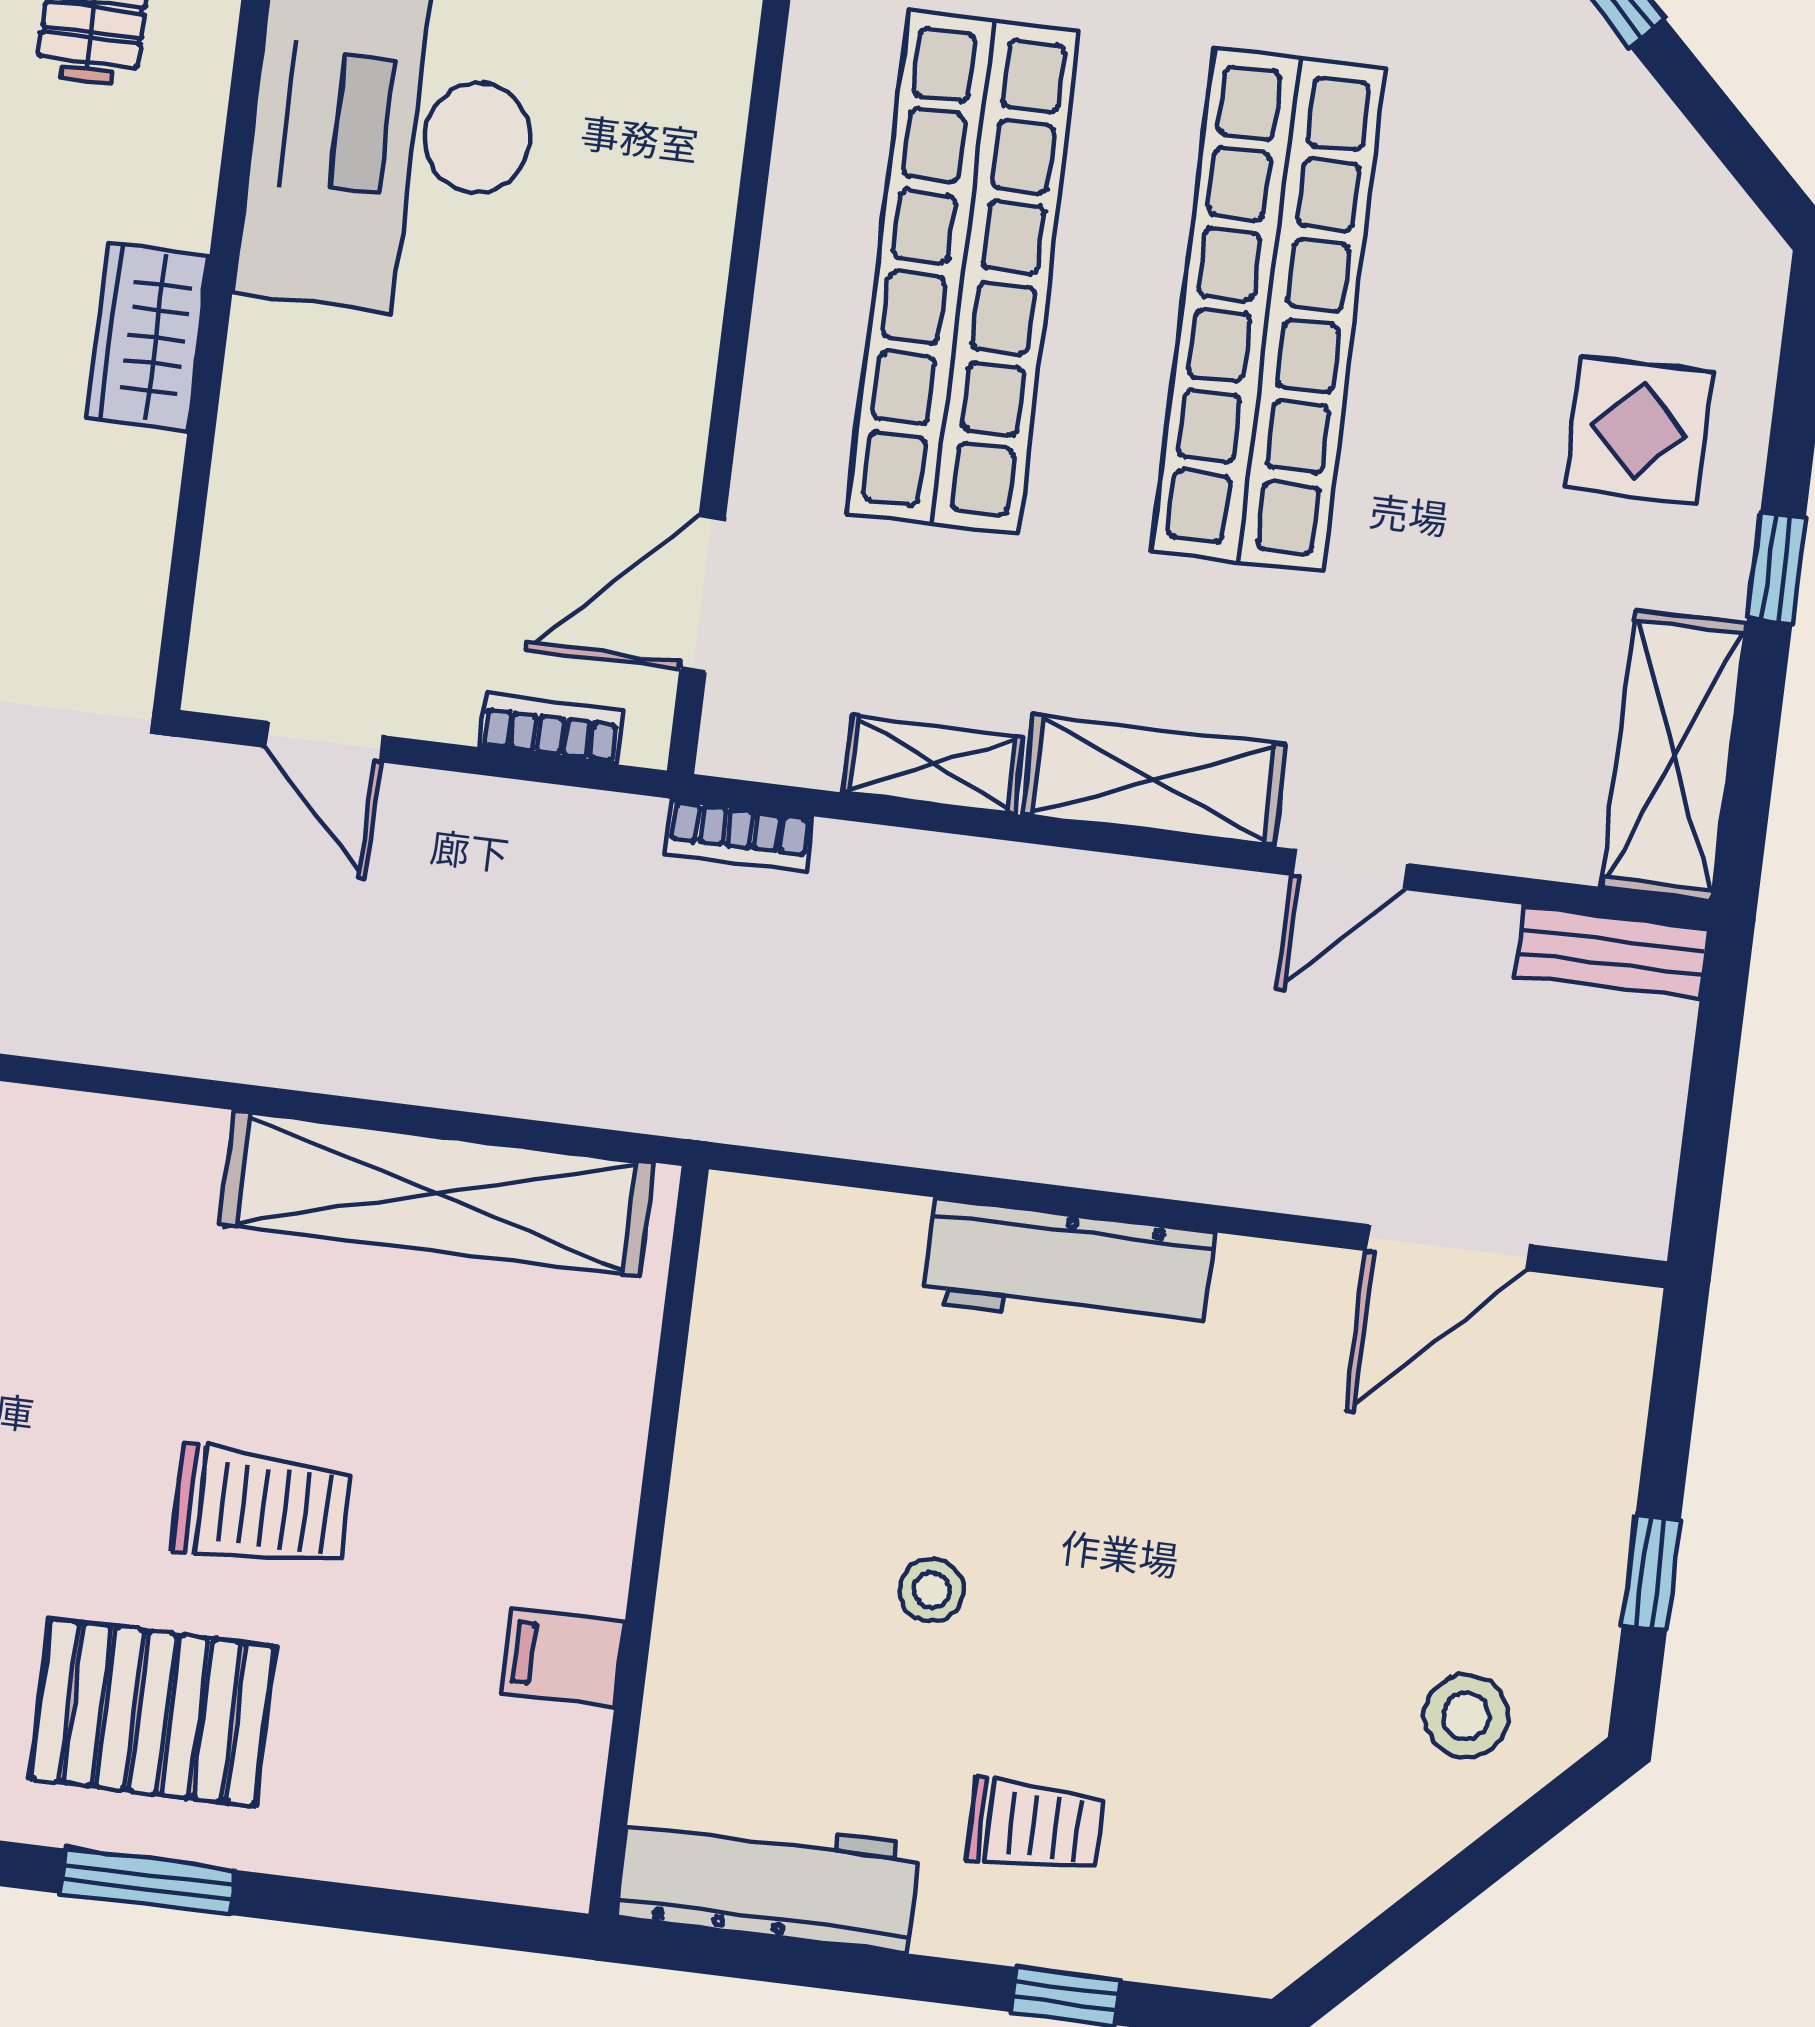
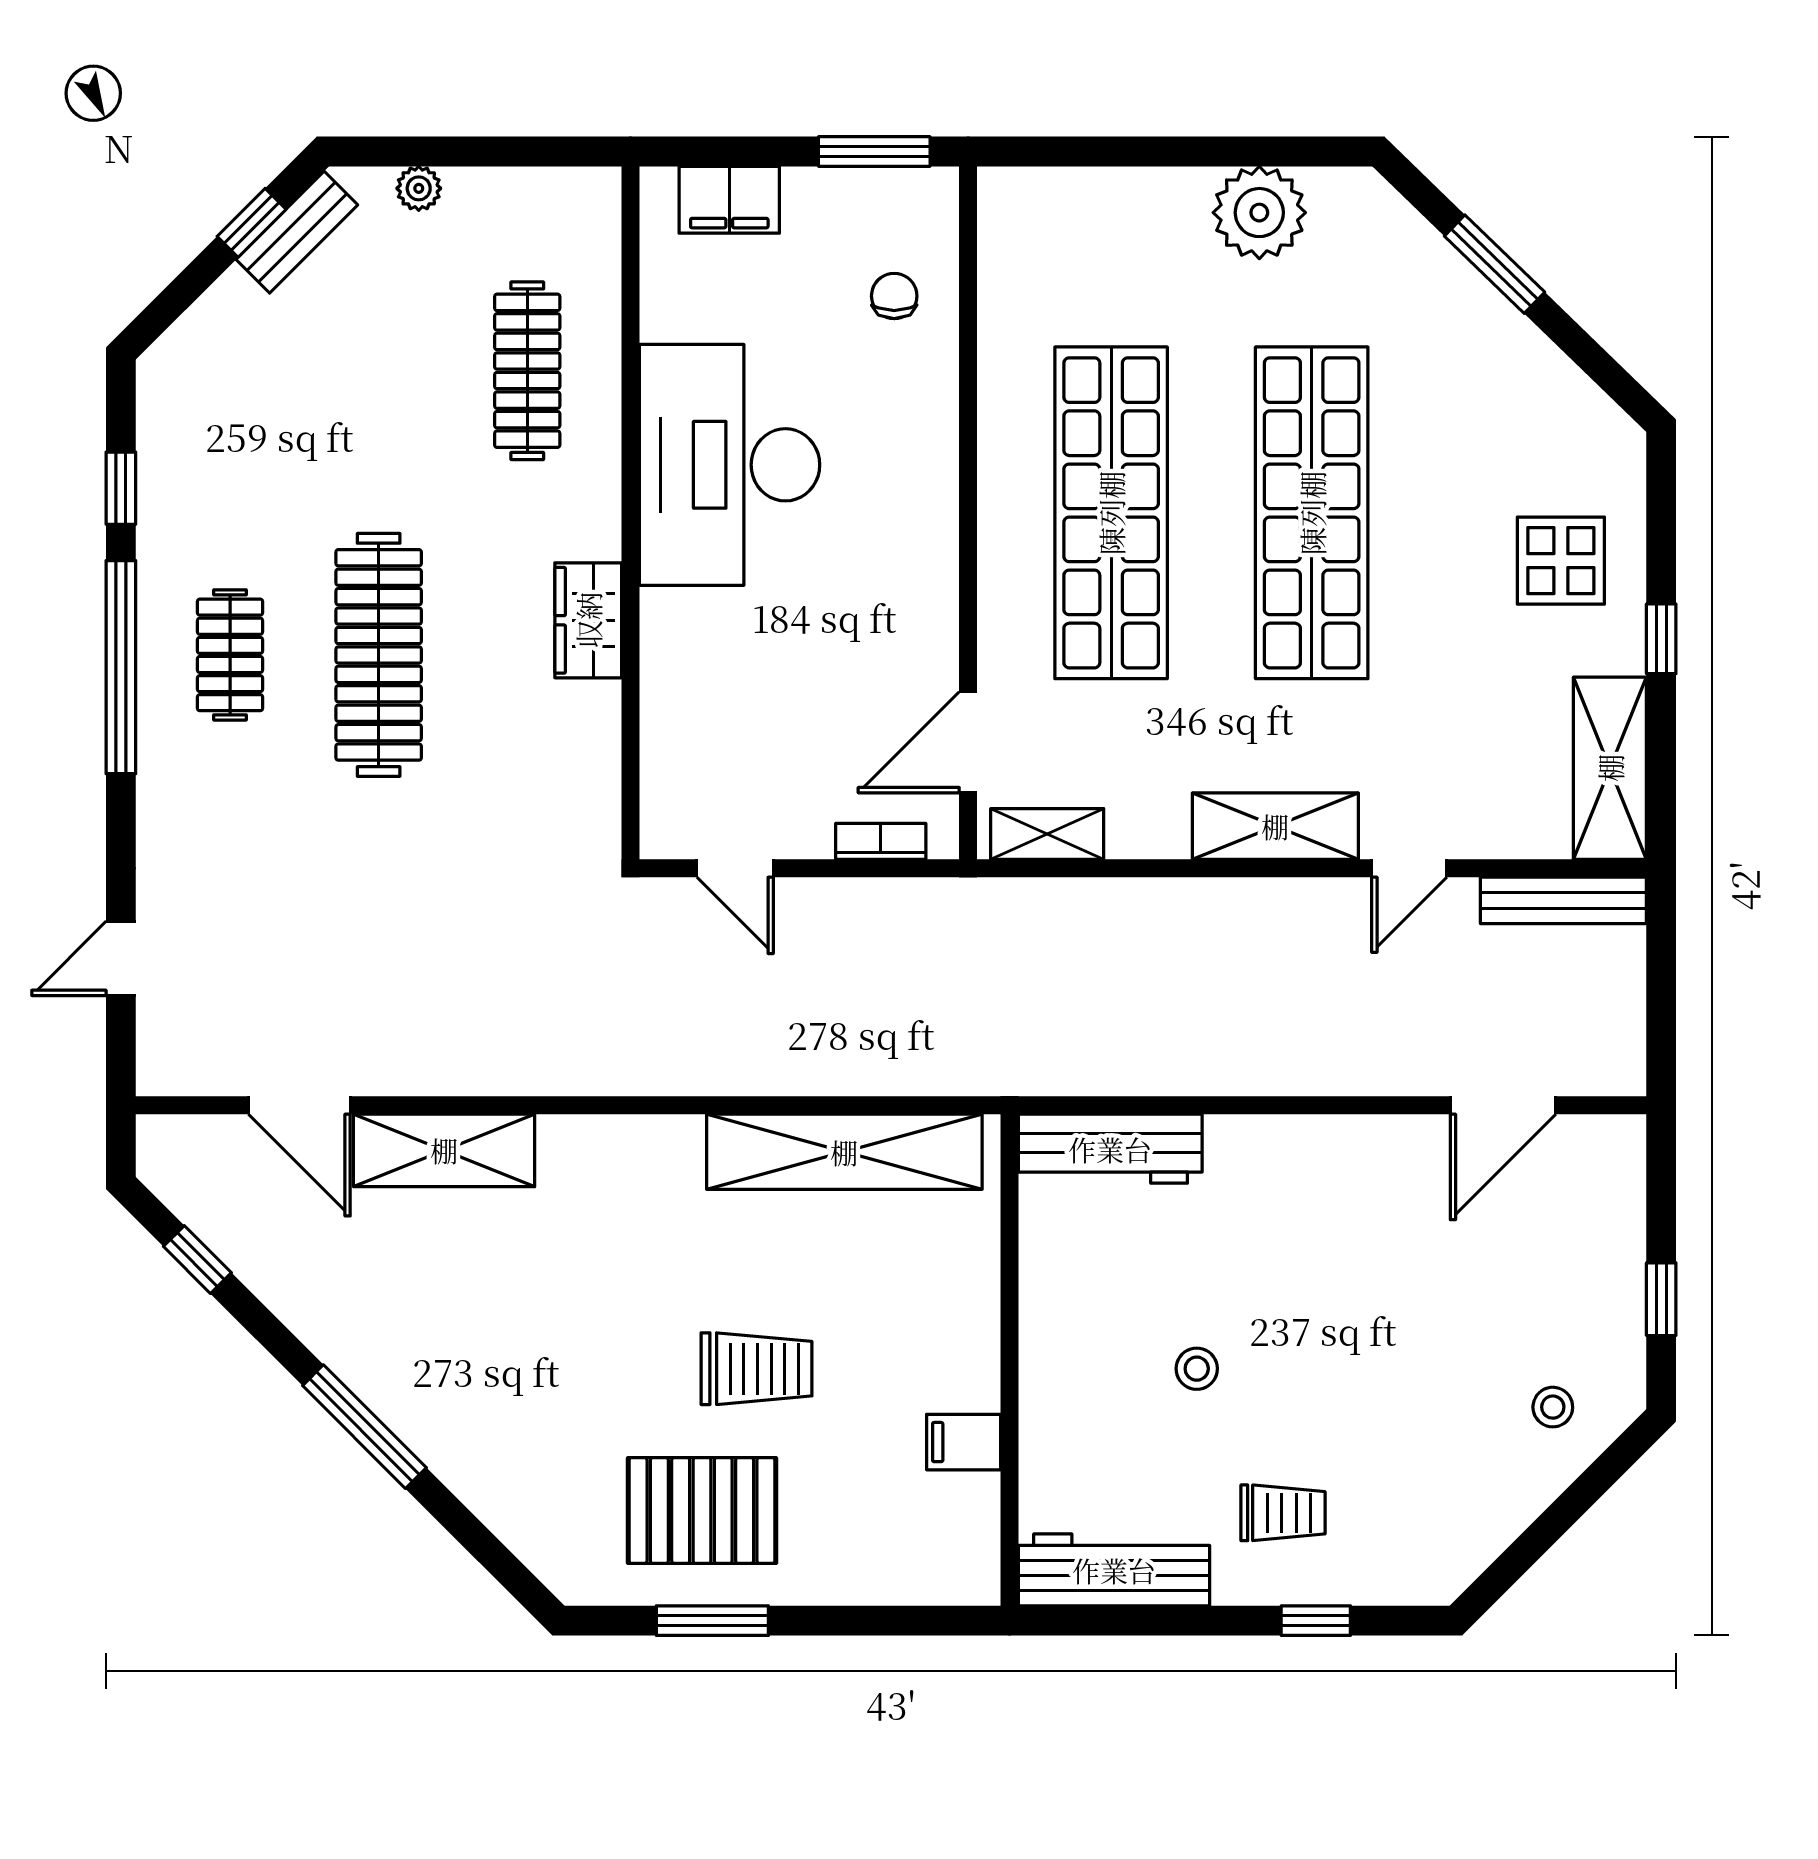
shelving: (933, 765) -> (1047, 834), moved
bookcase: (739, 835) -> (1011, 896), removed
bench: (1612, 952) -> (1563, 900), width x1.36
workbench: (1068, 1267) -> (1110, 1149), moved
stool: (1466, 1716) -> (1553, 1407), width x0.73, depth x0.73

